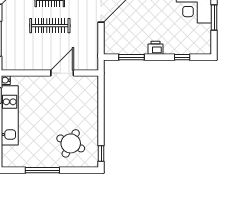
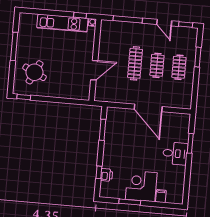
printer: (155, 48) -> (106, 175), moved
door: (62, 73) -> (94, 70), hinge flipped

